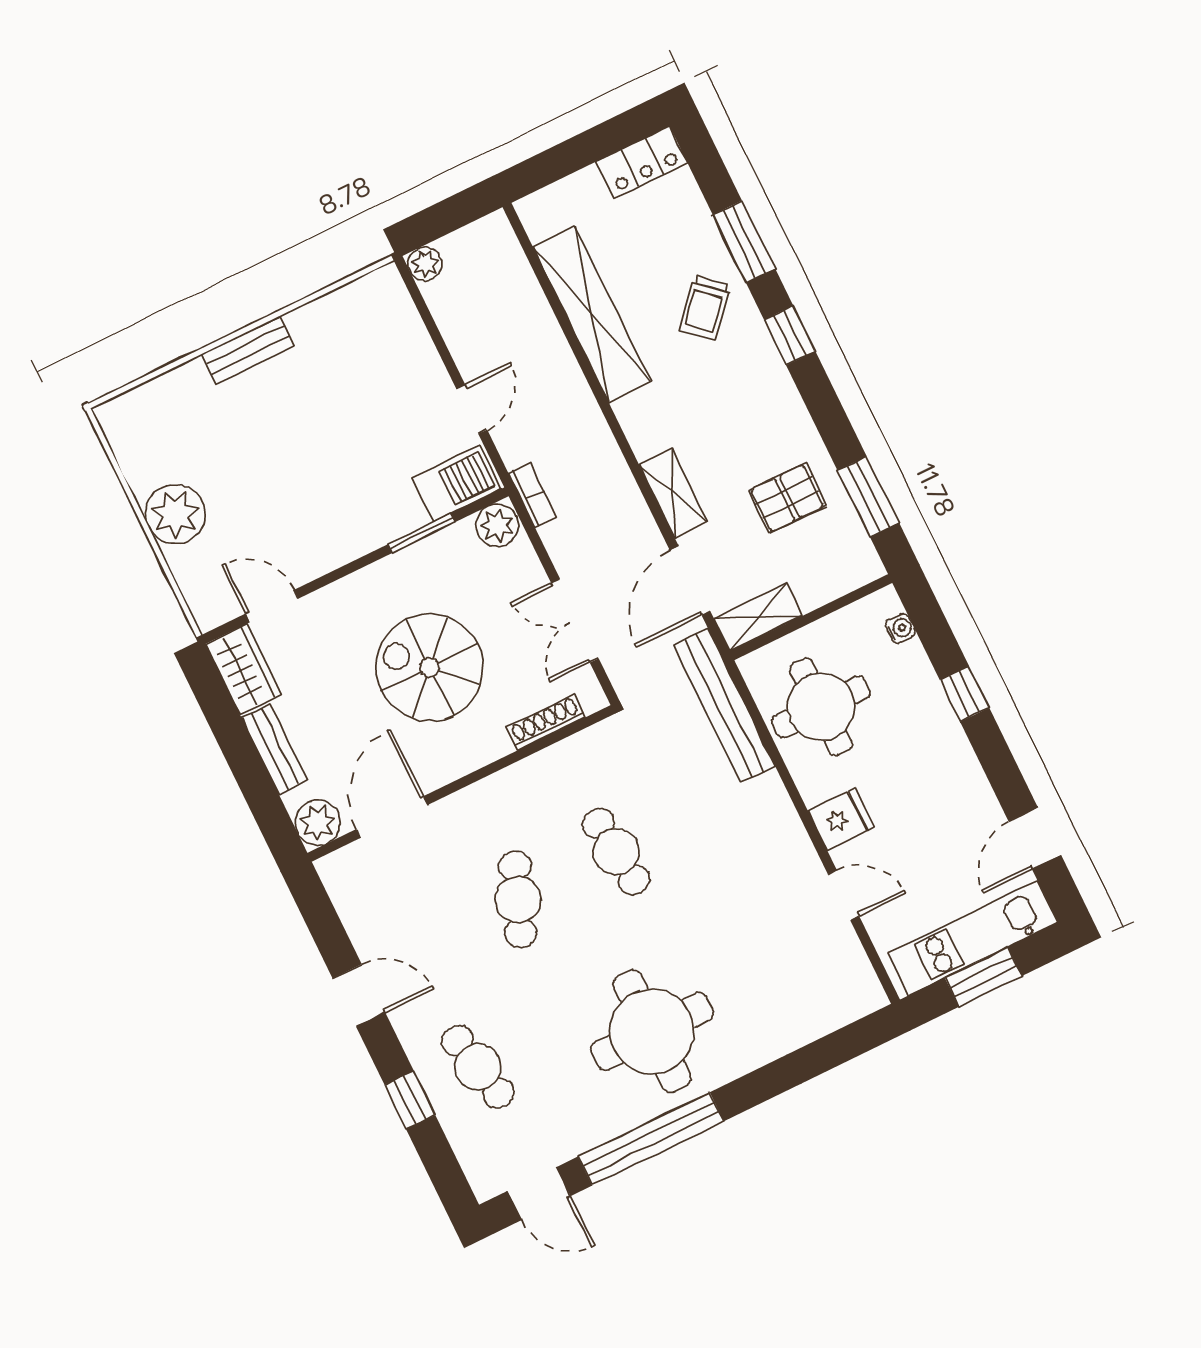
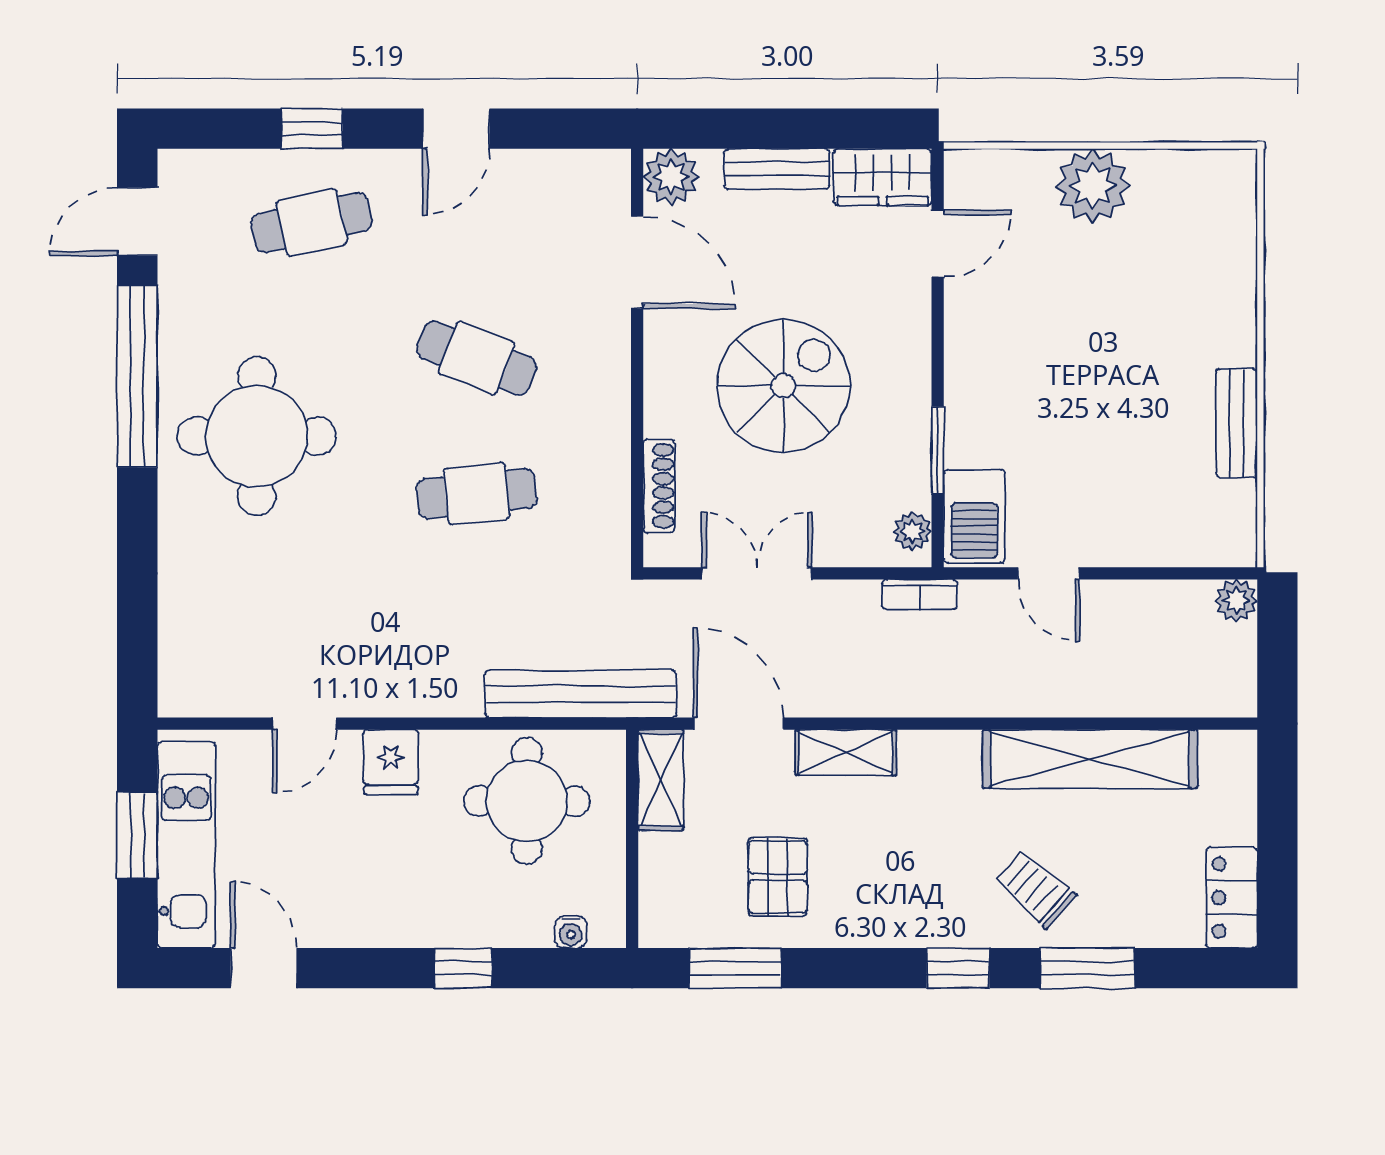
bench: (248, 350) -> (1237, 423), moved
plant: (497, 525) -> (912, 531), width x0.73, depth x0.73

